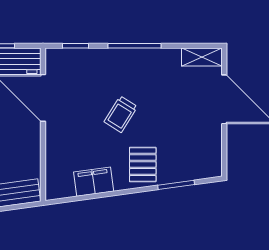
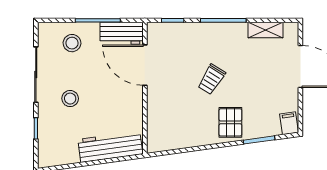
shelving: (202, 57) -> (266, 30), moved
filing cabinet: (94, 182) -> (289, 123), moved, width x0.50

